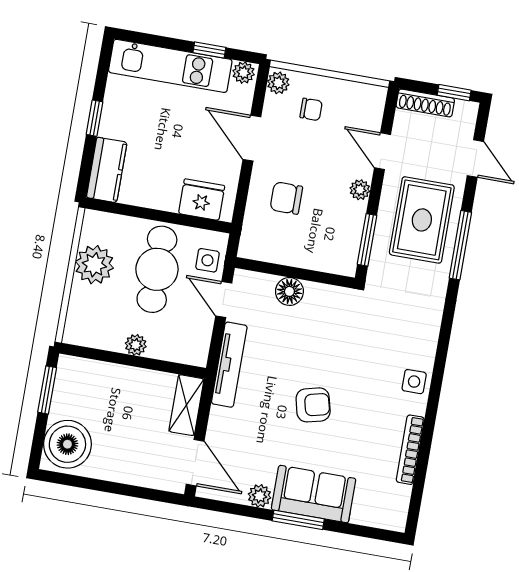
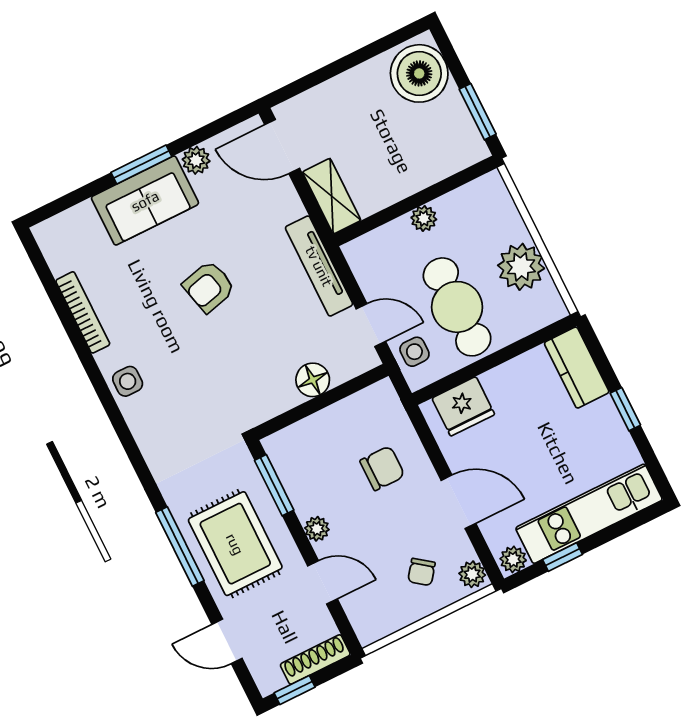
chair: (311, 109) -> (421, 572), turned -53

